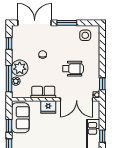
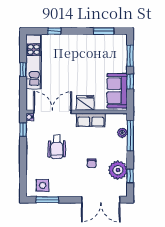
window: (67, 23) -> (47, 200), moved
plant: (20, 68) -> (118, 170), moved
wheelchair: (73, 69) -> (57, 147), turned -90

